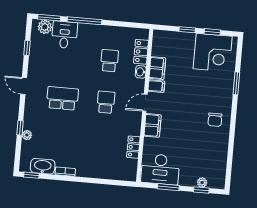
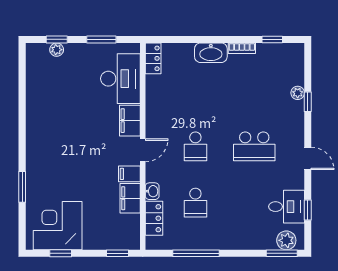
window: (85, 21) -> (196, 253), moved
window: (187, 30) -> (118, 253), moved
desk: (64, 35) -> (287, 207), moved, turned -90
chair: (215, 120) -> (47, 136), removed
locker: (133, 147) -> (153, 58), moved
washbasin: (43, 166) -> (211, 53), moved
desk: (160, 169) -> (120, 79), moved, turned 90
window: (31, 175) -> (272, 39), moved

